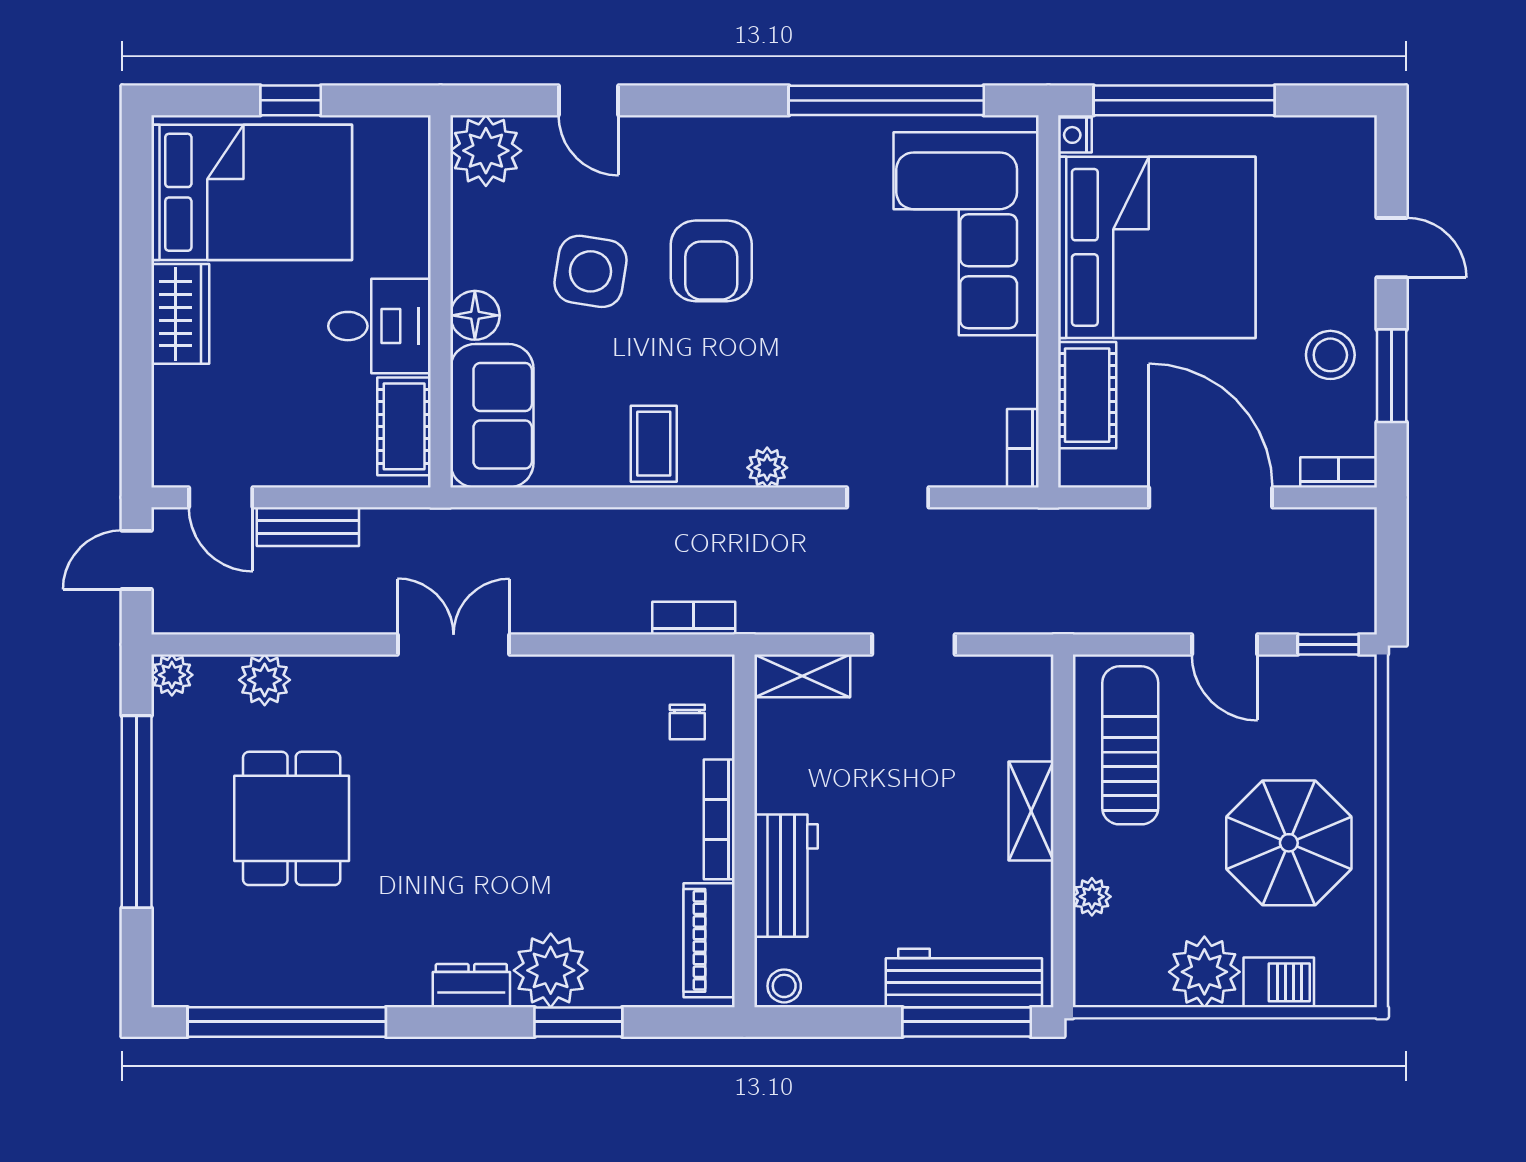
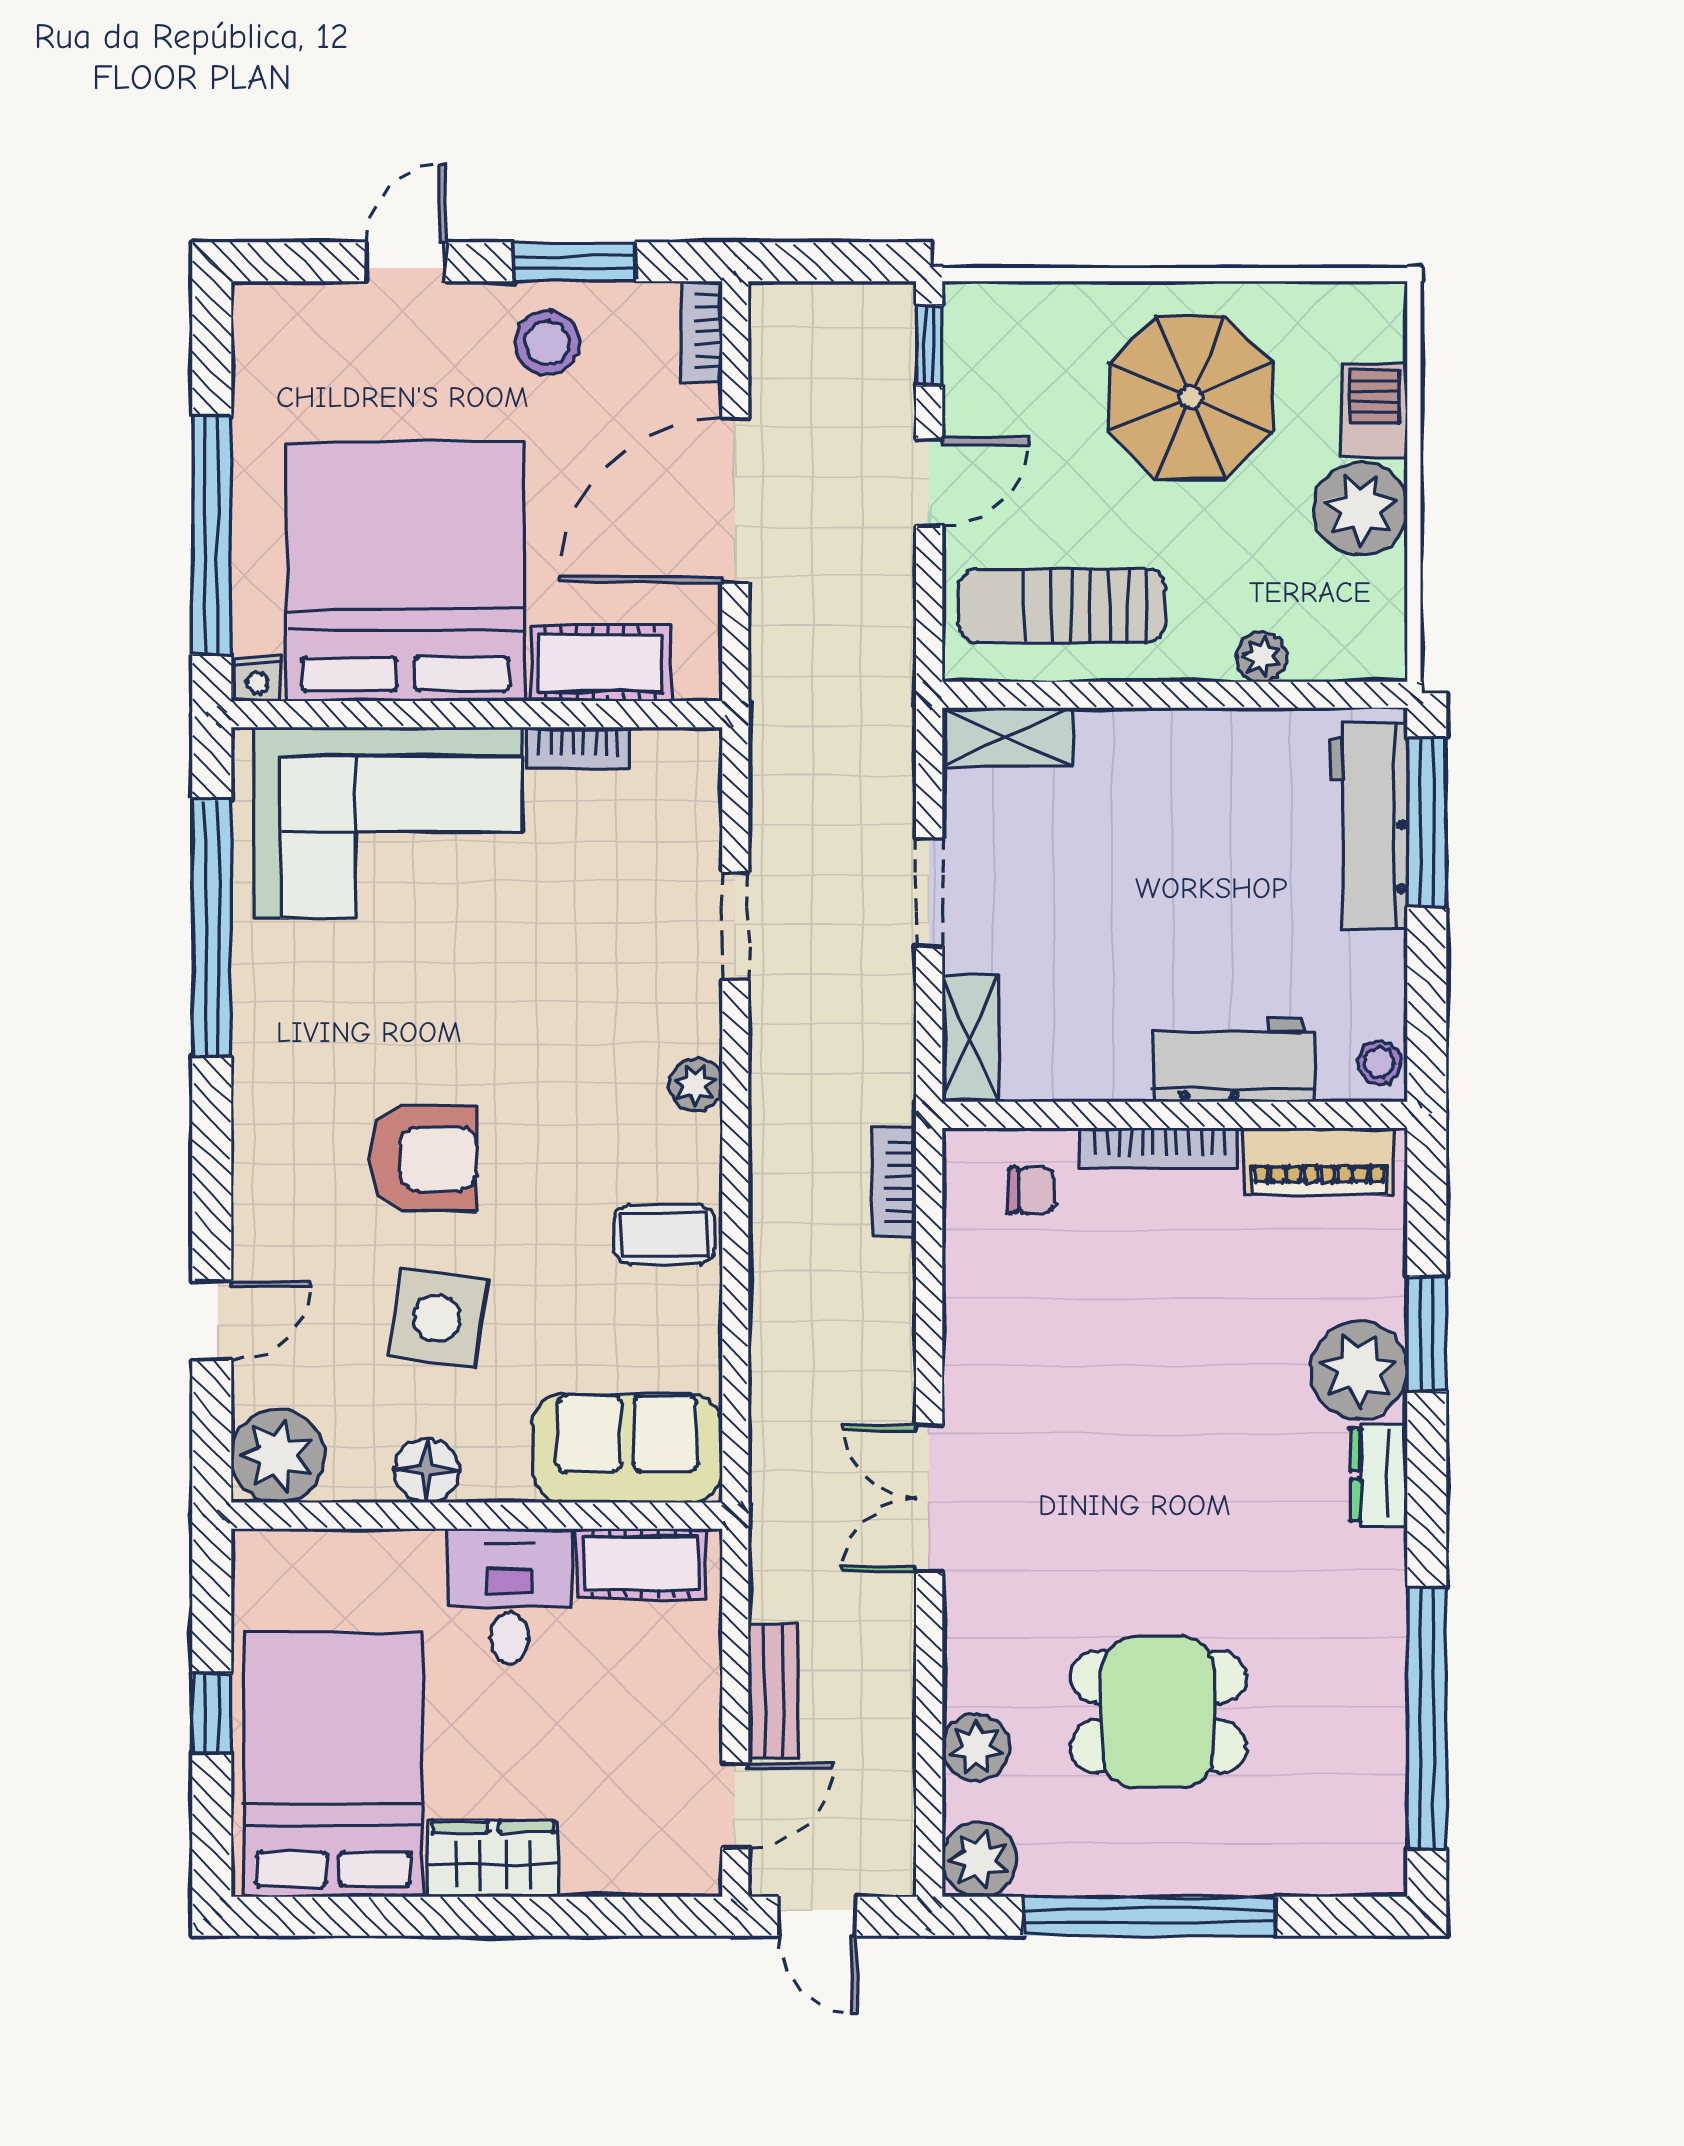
floor lamp: (475, 315) -> (427, 1470), moved
bookcase: (1023, 448) -> (578, 748), moved
plant: (172, 675) -> (979, 1859), width x1.38, depth x1.38
shelving: (1031, 811) -> (1007, 737), moved

